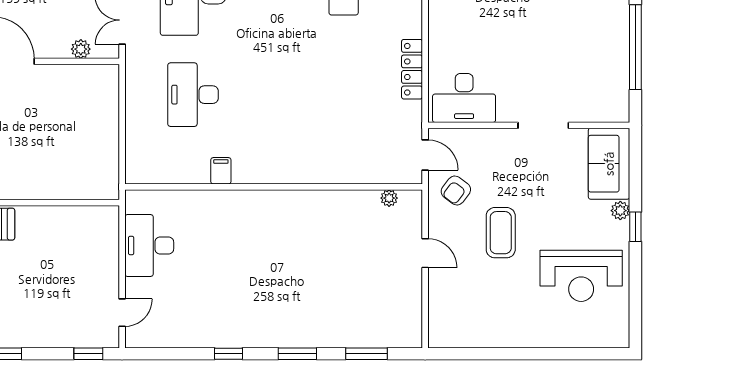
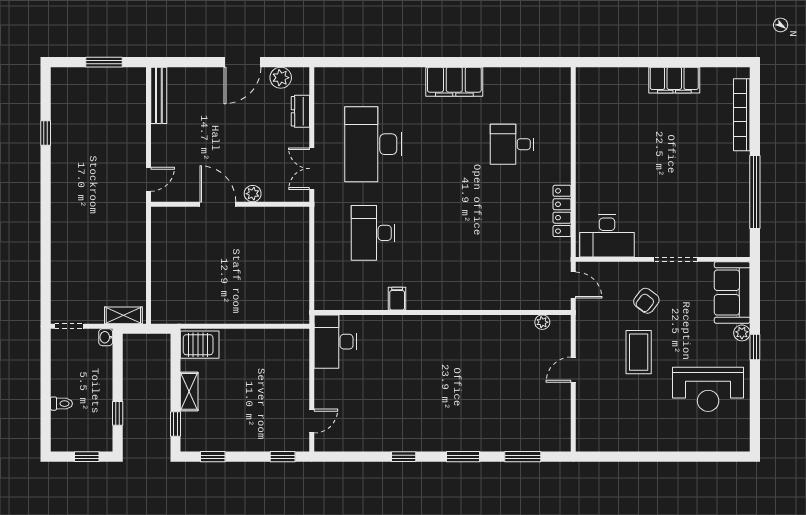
plant: (81, 49) -> (253, 194), moved
armchair: (456, 190) -> (646, 301), moved
desk: (149, 245) -> (335, 342), moved
door: (425, 253) -> (573, 370), swing flipped

